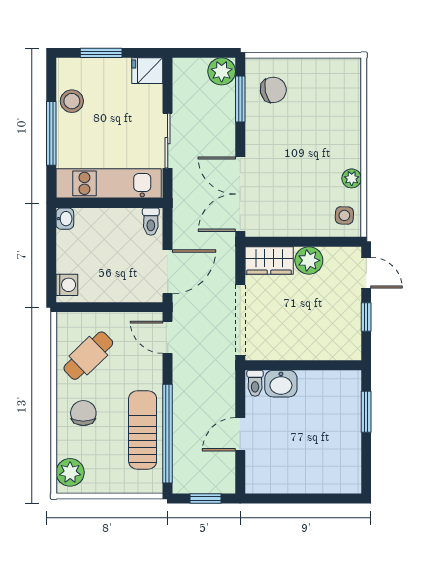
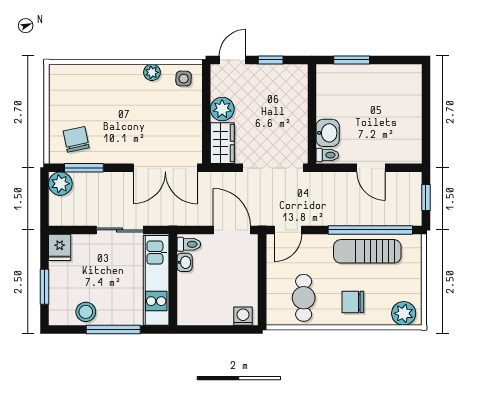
washbasin: (65, 219) -> (185, 262), moved, turned 90
cafe table: (88, 356) -> (304, 298), turned 44

